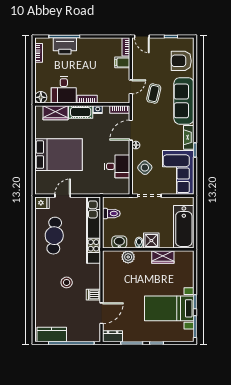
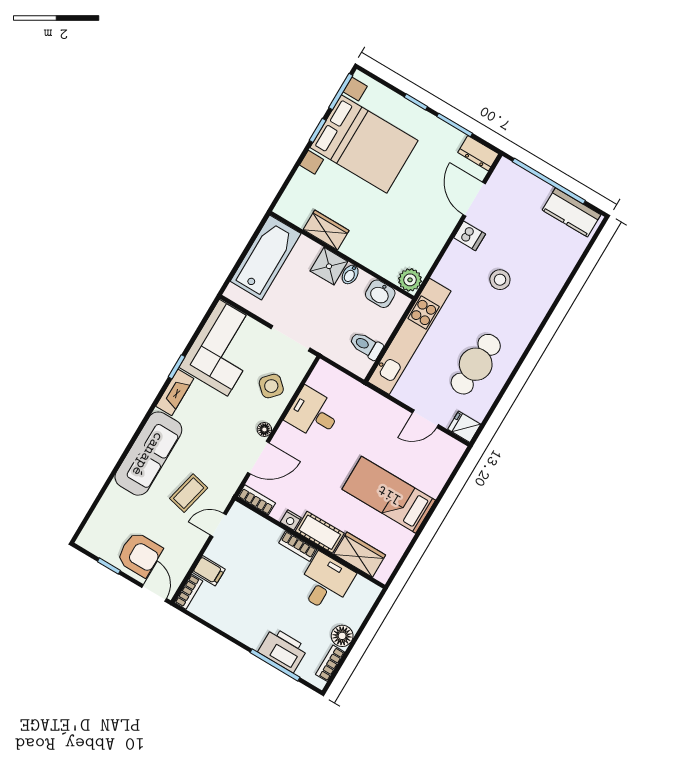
armchair: (181, 61) -> (140, 554), moved
floor lamp: (41, 97) -> (342, 636), moved
bed: (59, 155) -> (389, 495), width x0.67
plant: (128, 257) -> (410, 280), moved
bed with nightstands: (169, 308) -> (364, 144), width x1.36
door: (102, 313) -> (474, 199), hinge flipped

